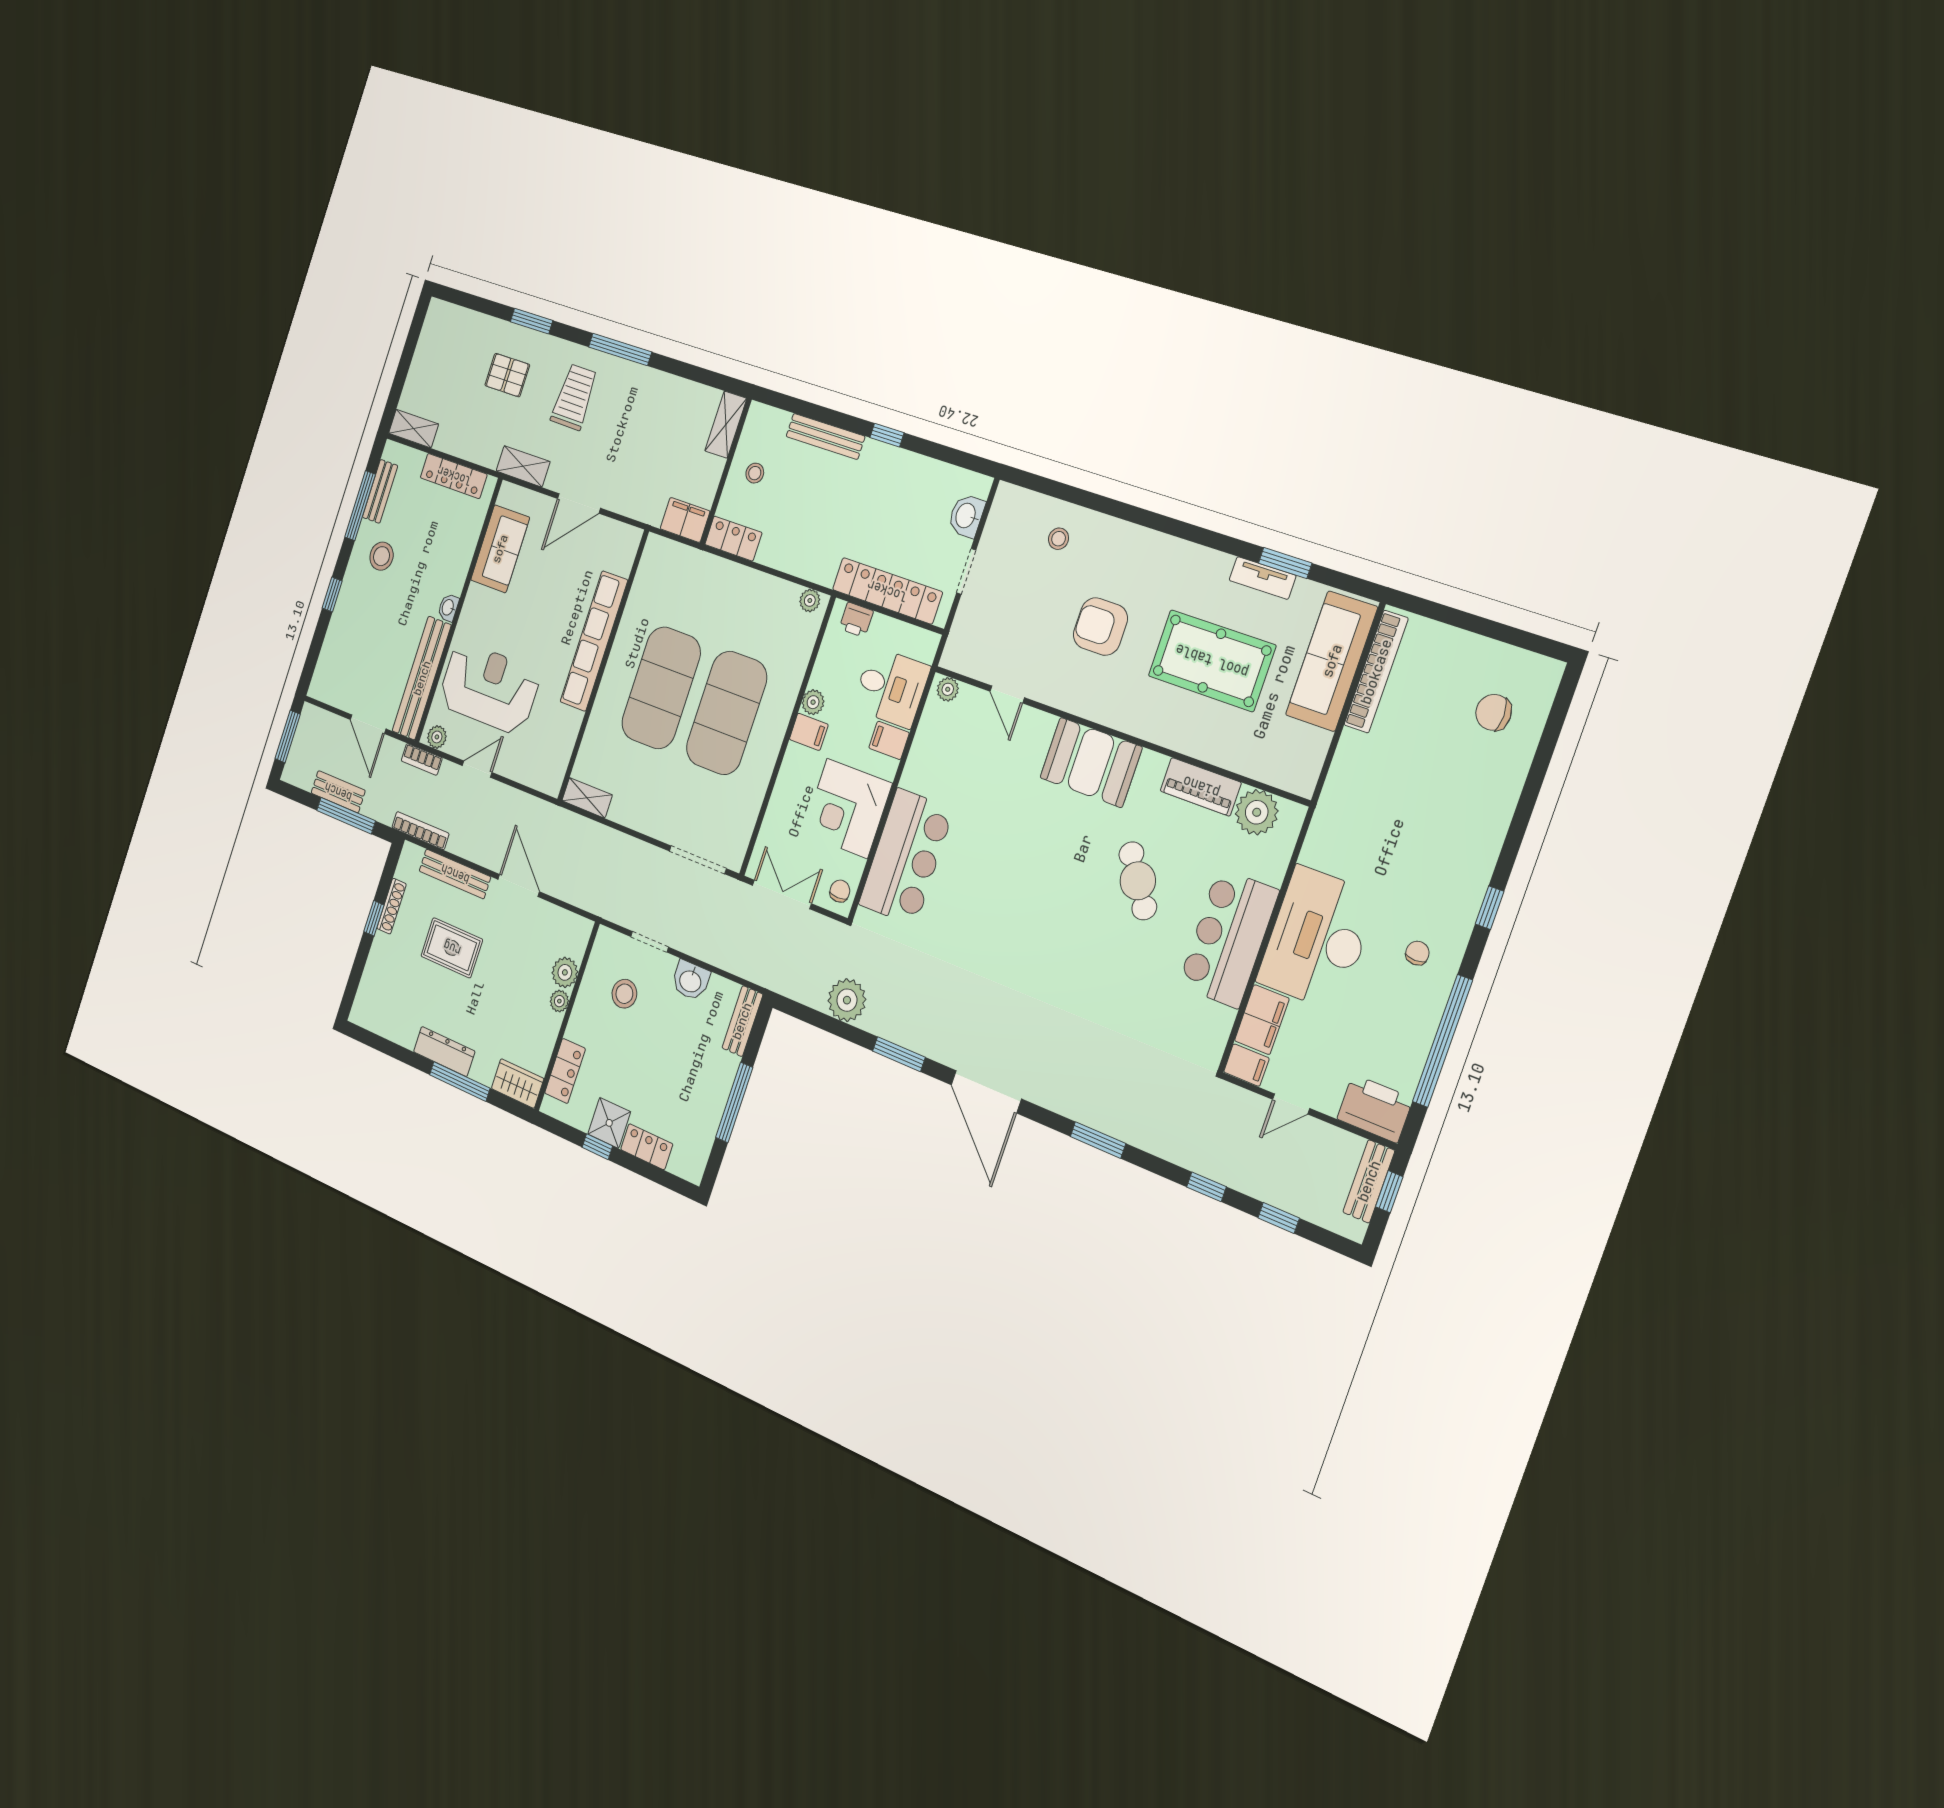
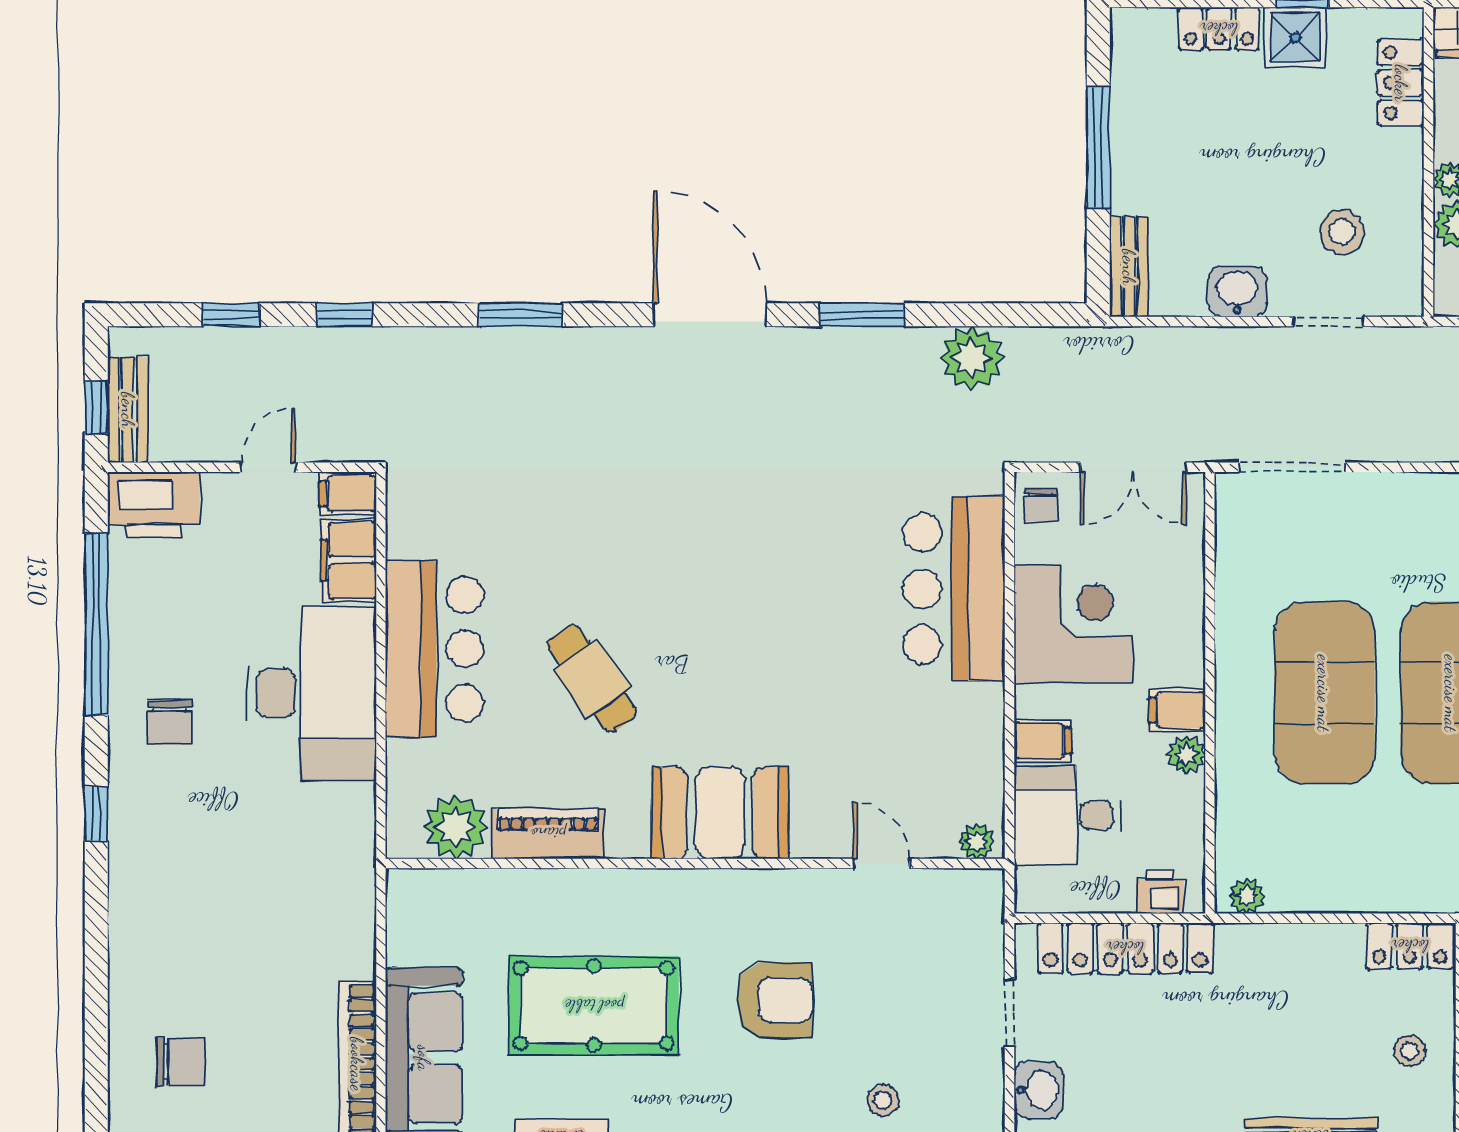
chair: (1417, 953) -> (170, 723), width x1.37, depth x1.37

